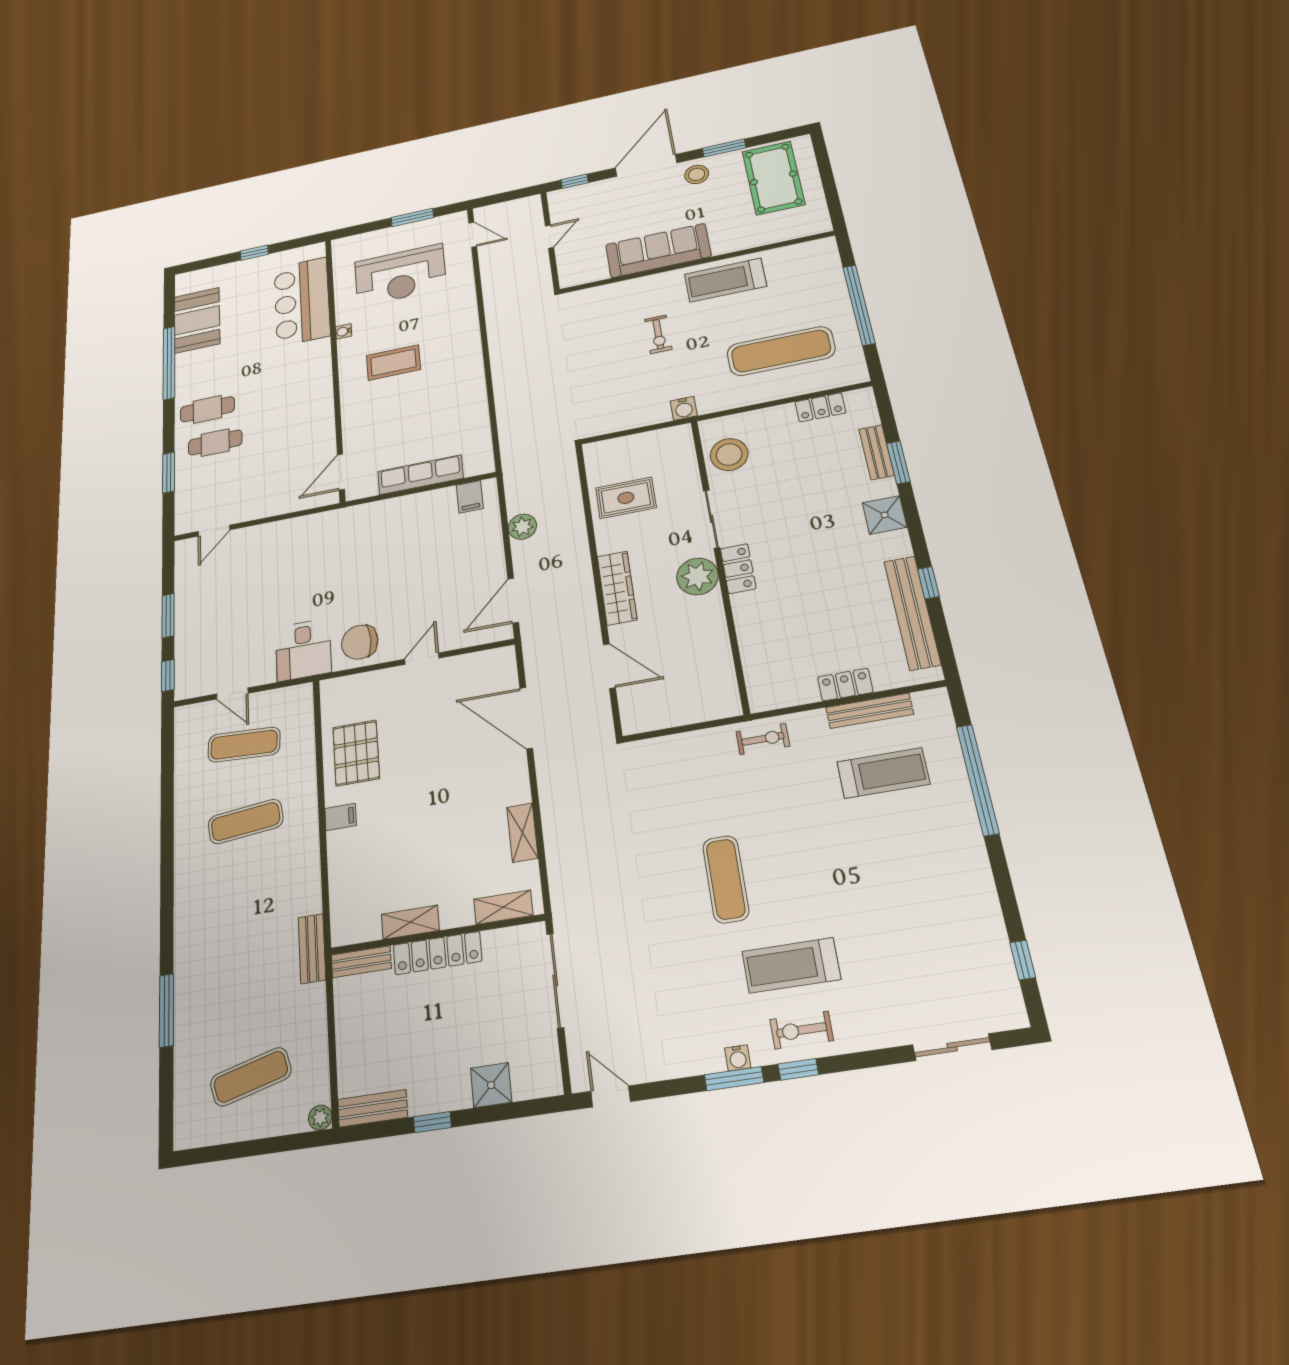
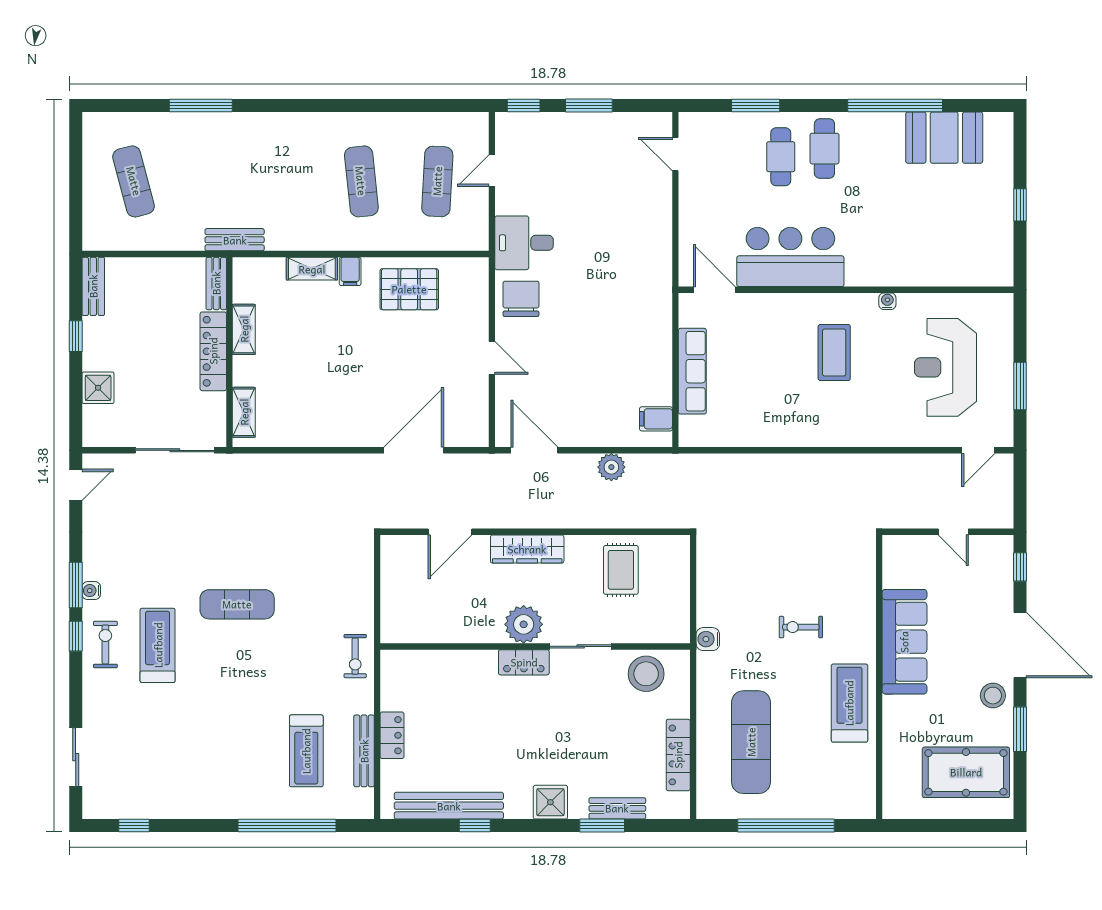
bar counter: (302, 301) -> (790, 257), moved
locker: (820, 407) -> (678, 755), width x1.53
shelving: (522, 833) -> (312, 269), moved
plant: (320, 1118) -> (92, 241), removed

